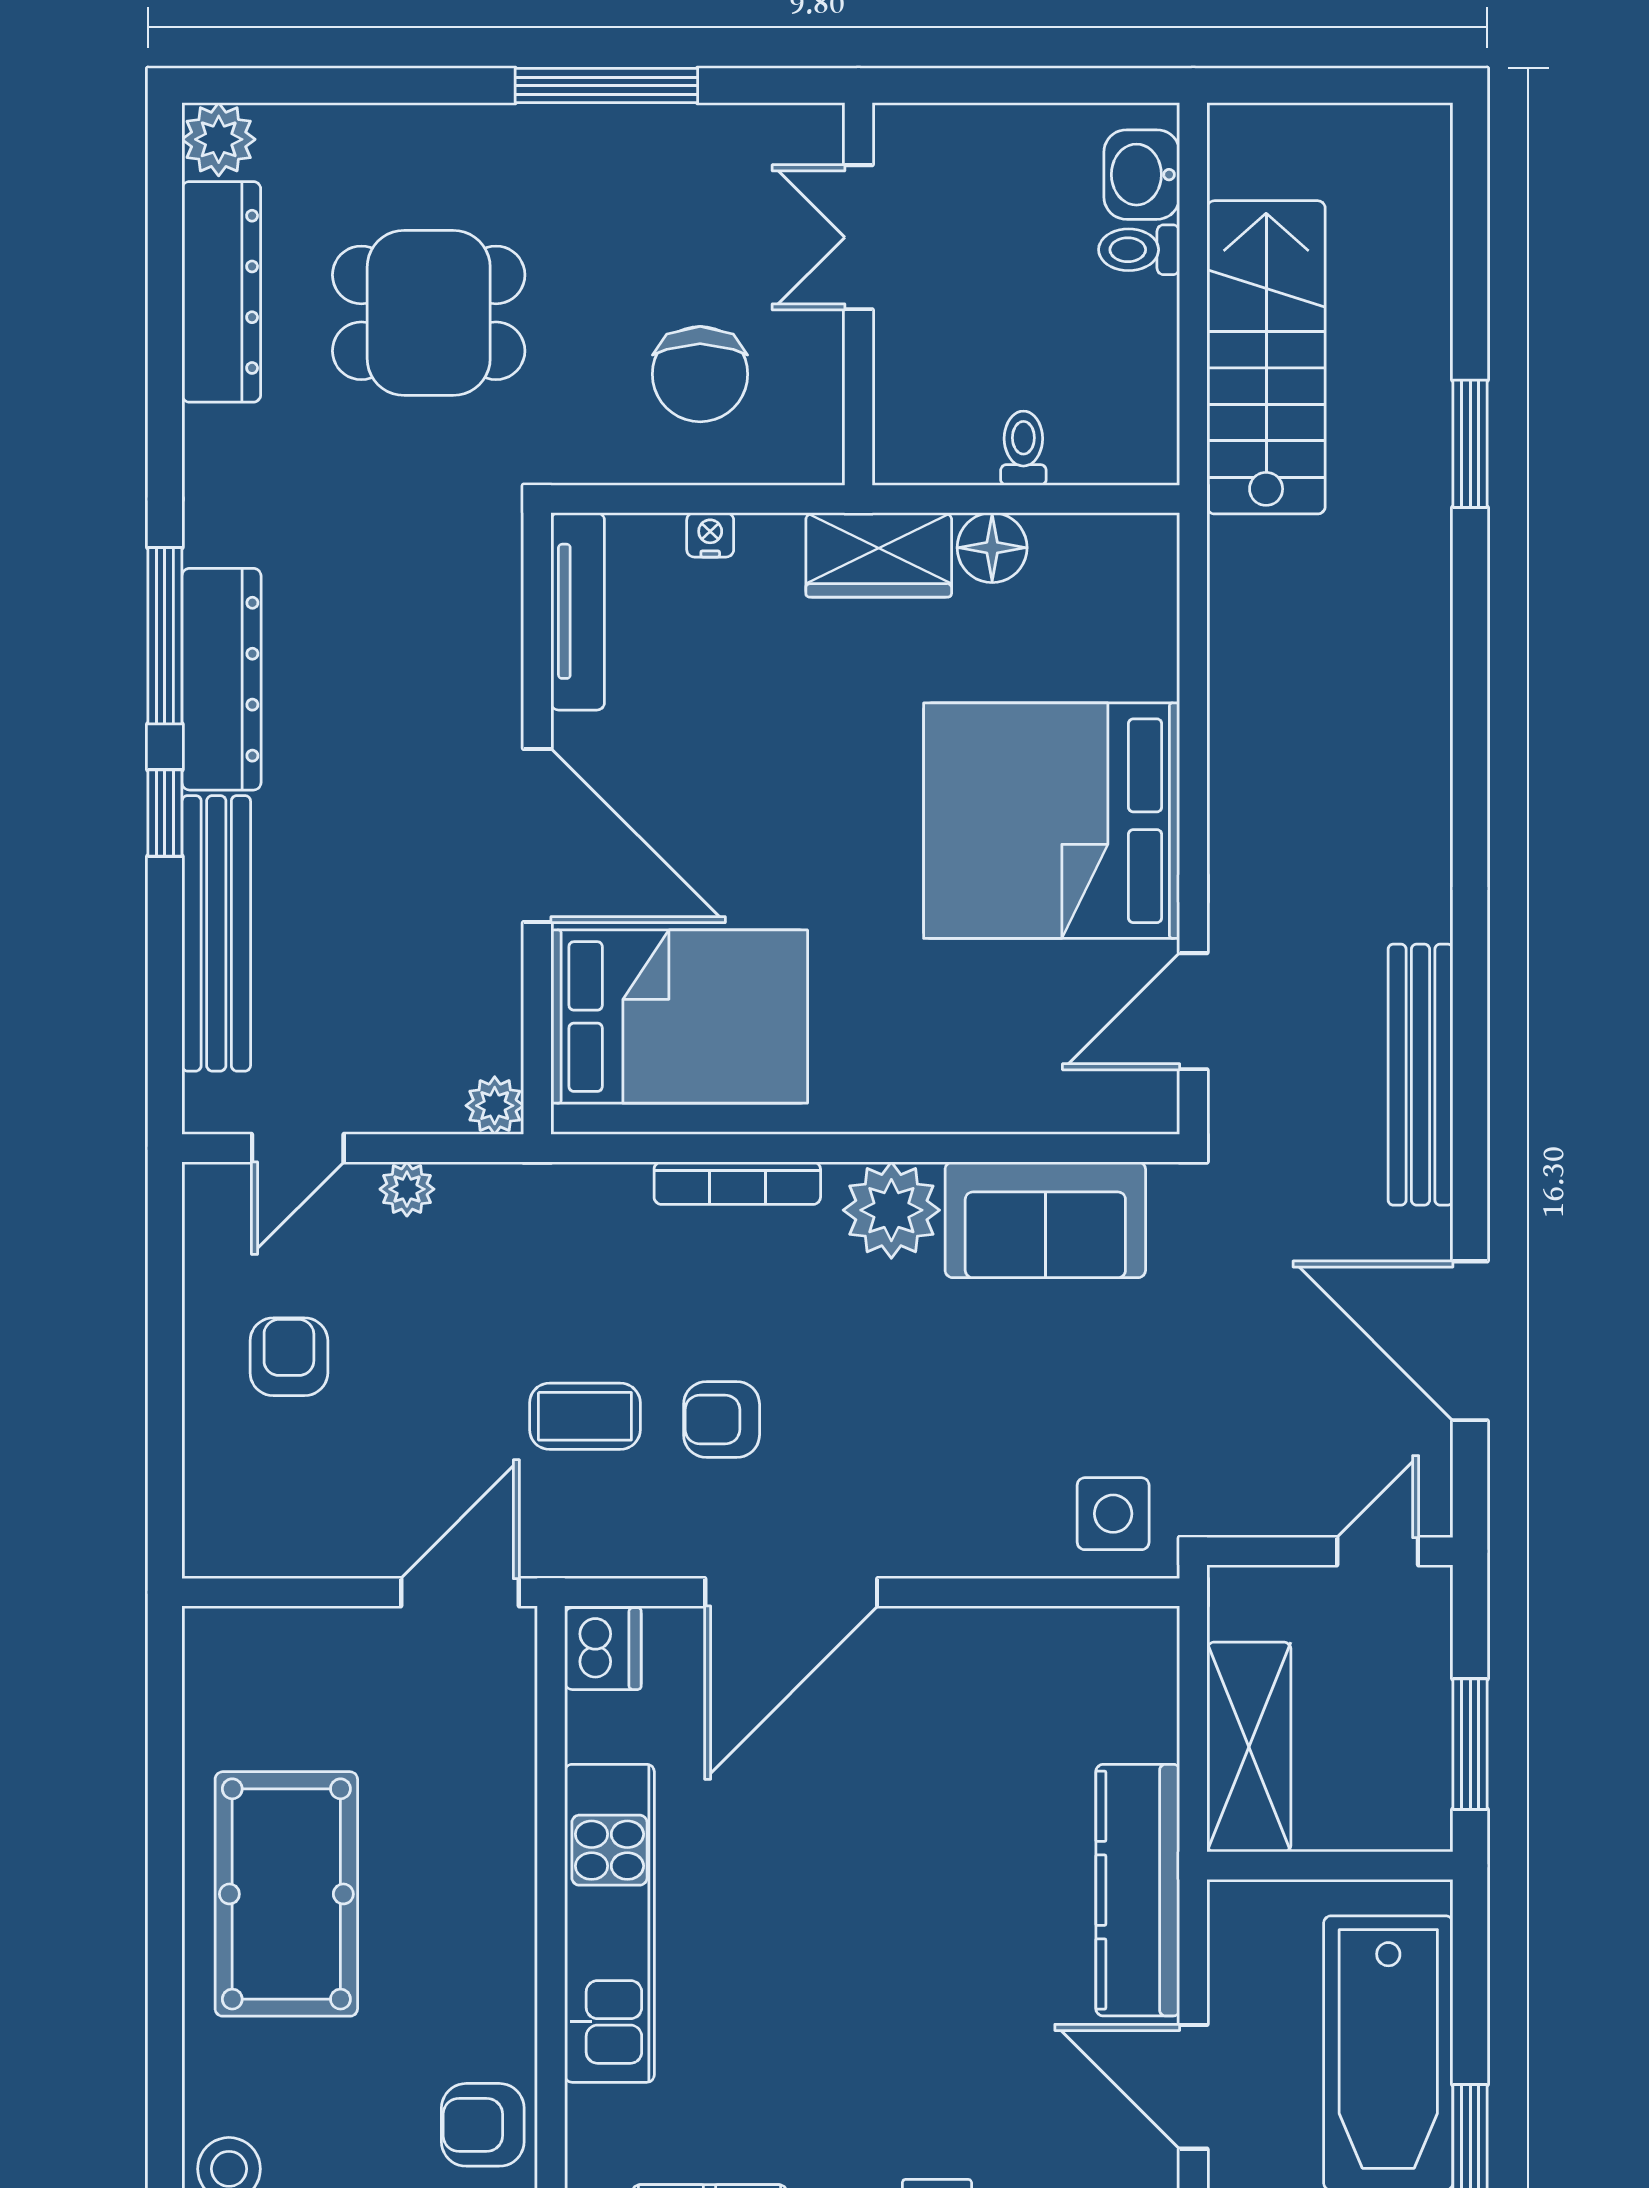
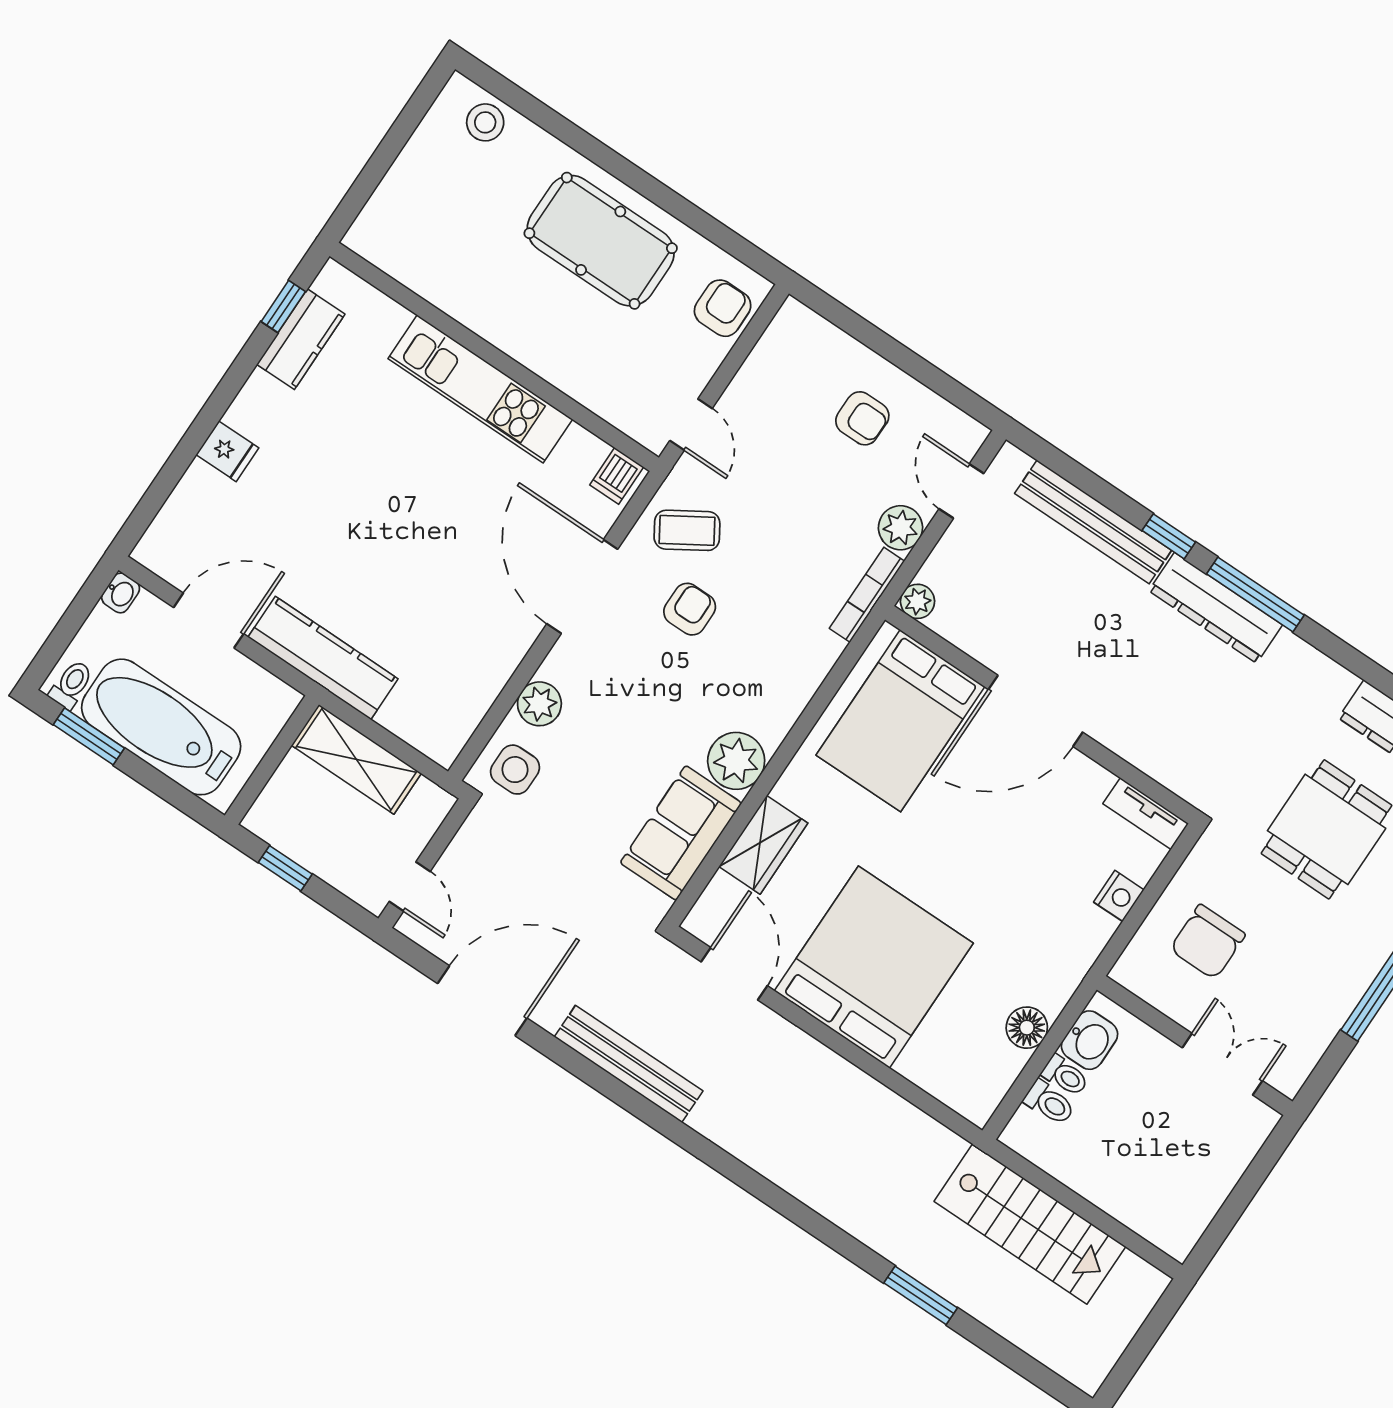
washbasin: (1142, 175) -> (1089, 1040), moved, turned 90
toilet: (1139, 250) -> (1049, 1103), moved, turned 90
chair: (700, 374) -> (1207, 942), turned -90
nightstand: (710, 535) -> (1119, 896), width x1.39, depth x1.35
wardrobe: (879, 555) -> (763, 845), moved, turned 180
tv unit: (578, 611) -> (1146, 814), width x0.71
bookcase: (737, 1183) -> (867, 595), moved
plant: (407, 1189) -> (901, 528), width x1.38, depth x1.38
coffee table: (585, 1416) -> (687, 530), moved, turned 58
plant: (997, 1541) -> (539, 704), added
door: (460, 1592) -> (691, 425), width x0.73
dishwasher: (603, 1649) -> (617, 476), width x0.73
window: (1470, 1744) -> (285, 868), width x0.67
armchair: (483, 2125) -> (723, 308), moved

